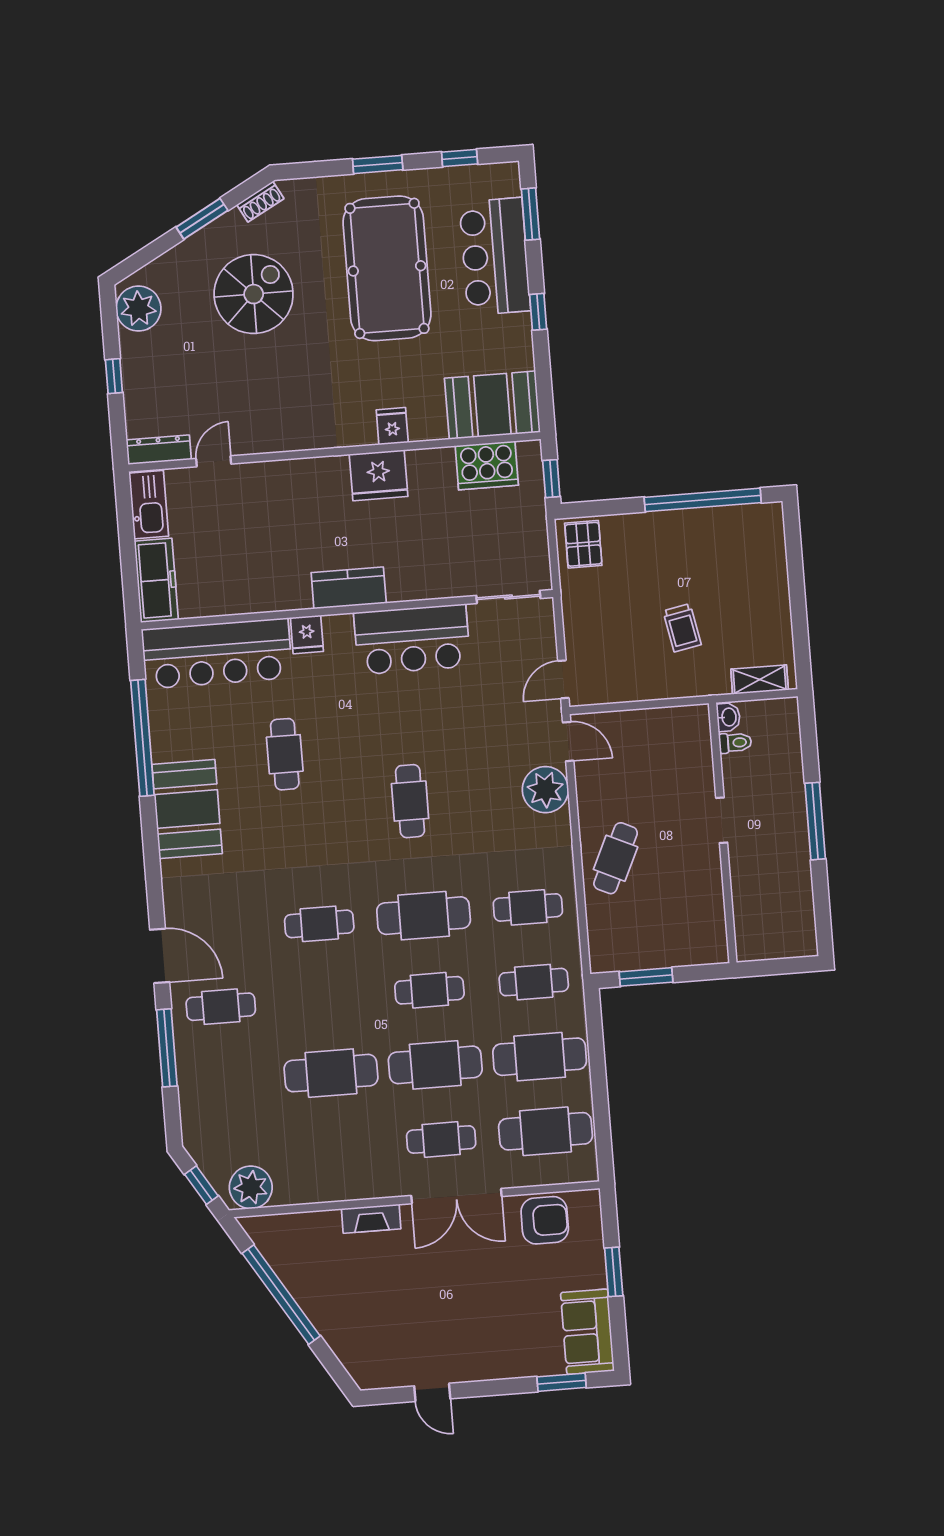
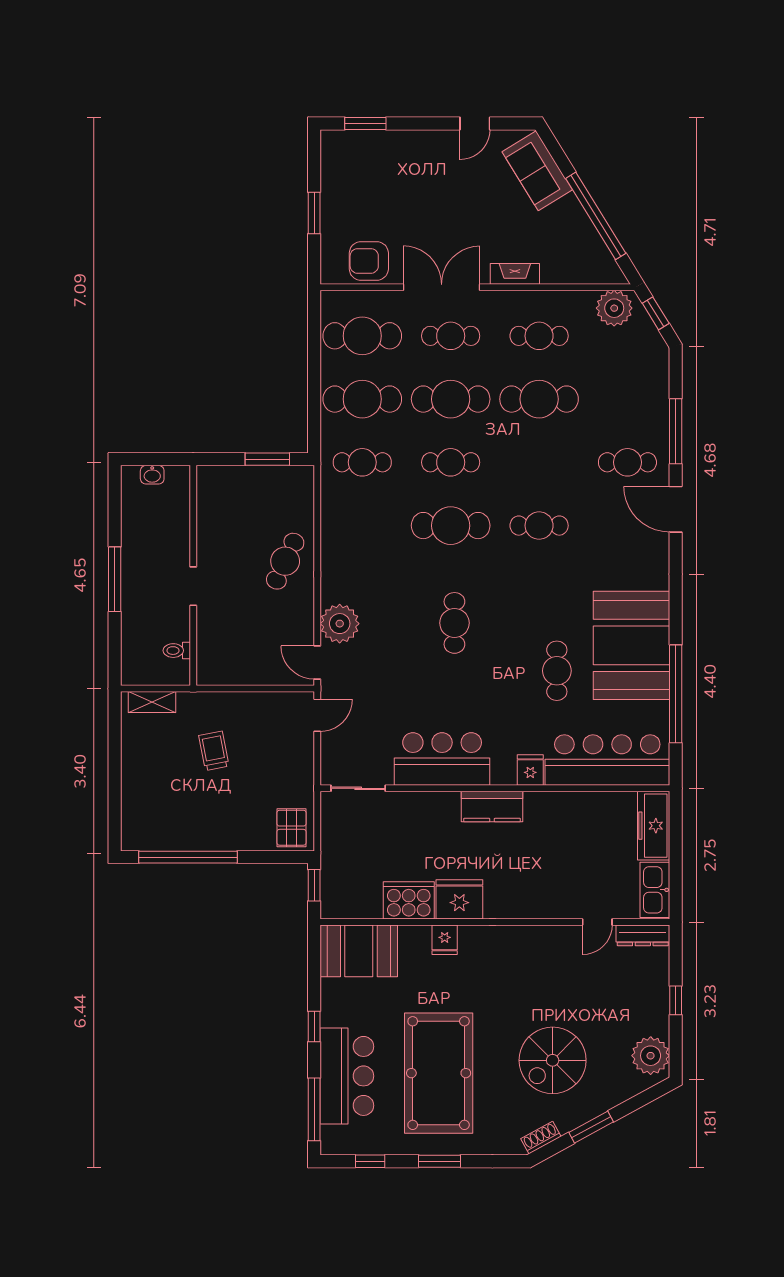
window: (530, 214) -> (314, 1109), width x1.44
cooker: (487, 465) -> (409, 900), moved
washbasin: (728, 717) -> (152, 475), moved, turned -90
booth: (187, 809) -> (631, 645), width x1.36, depth x1.42
cafe table: (528, 907) -> (539, 336), moved
sofa: (587, 1332) -> (537, 171), moved, turned 148
door: (432, 1392) -> (475, 123), swing flipped

